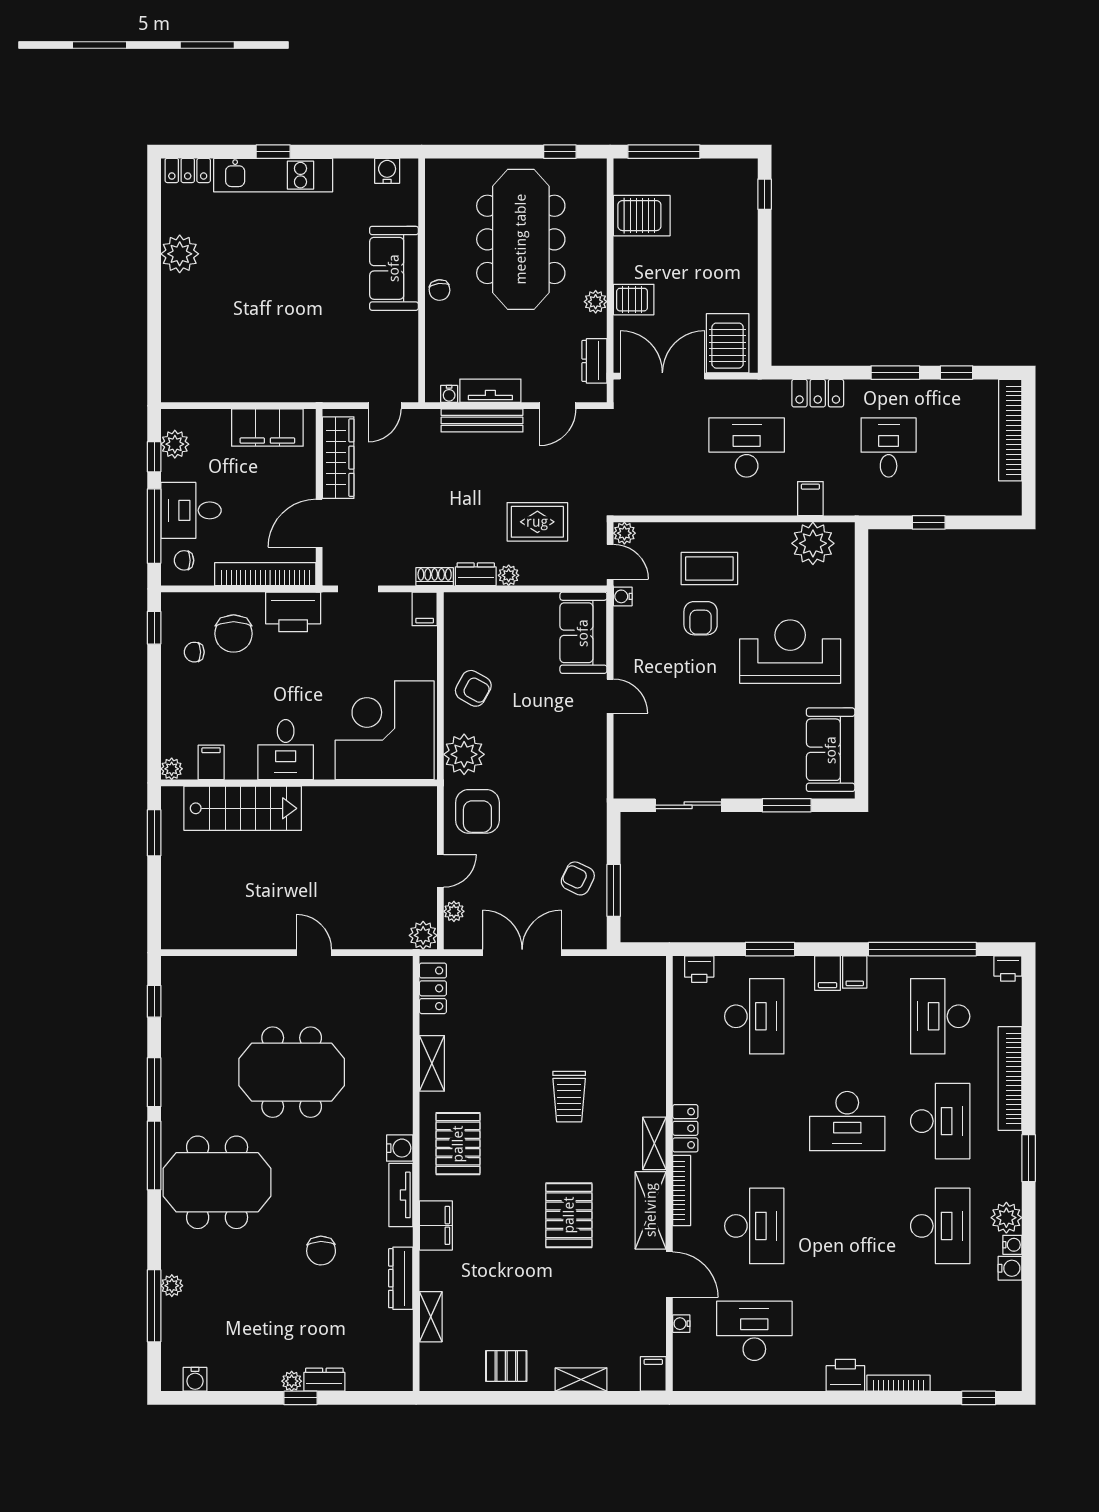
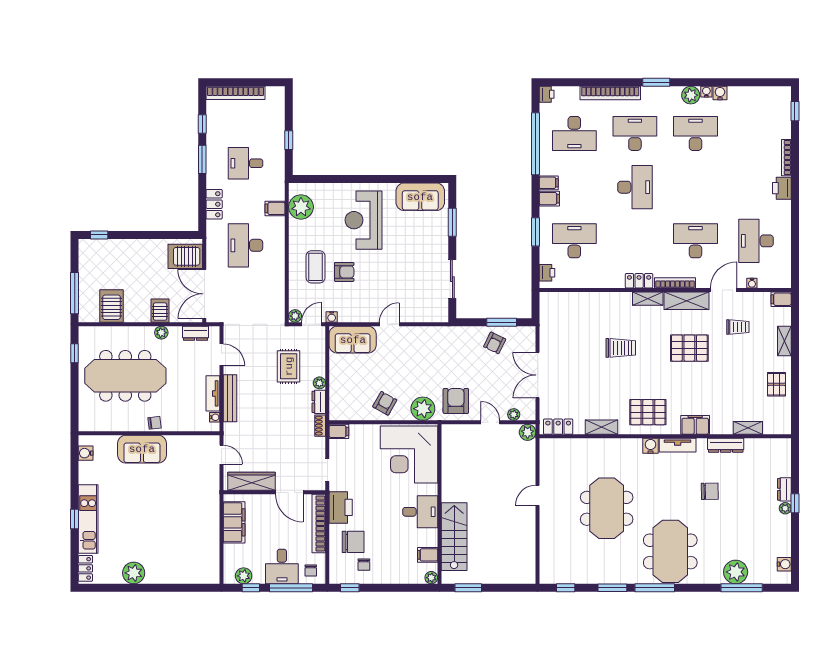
armchair: (477, 811) -> (456, 401), turned -90
plant: (172, 1286) -> (736, 572), width x1.87, depth x1.87
trolley: (605, 1299) -> (738, 327), added

